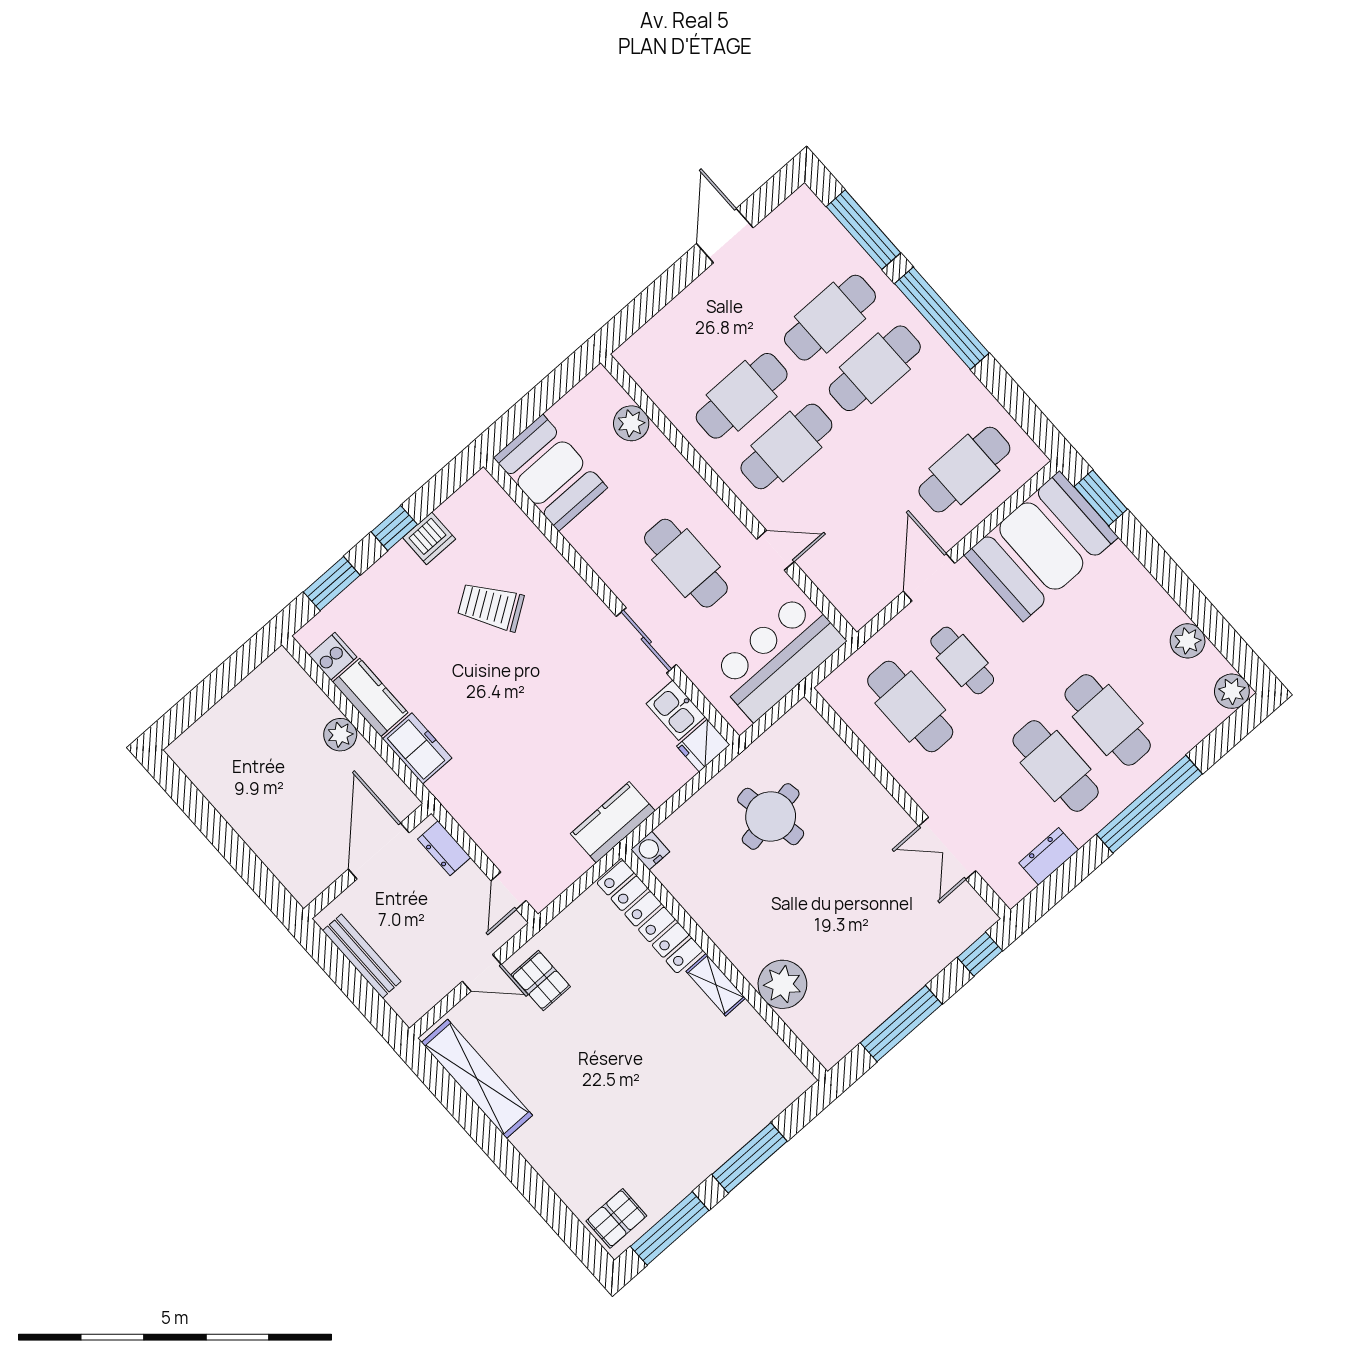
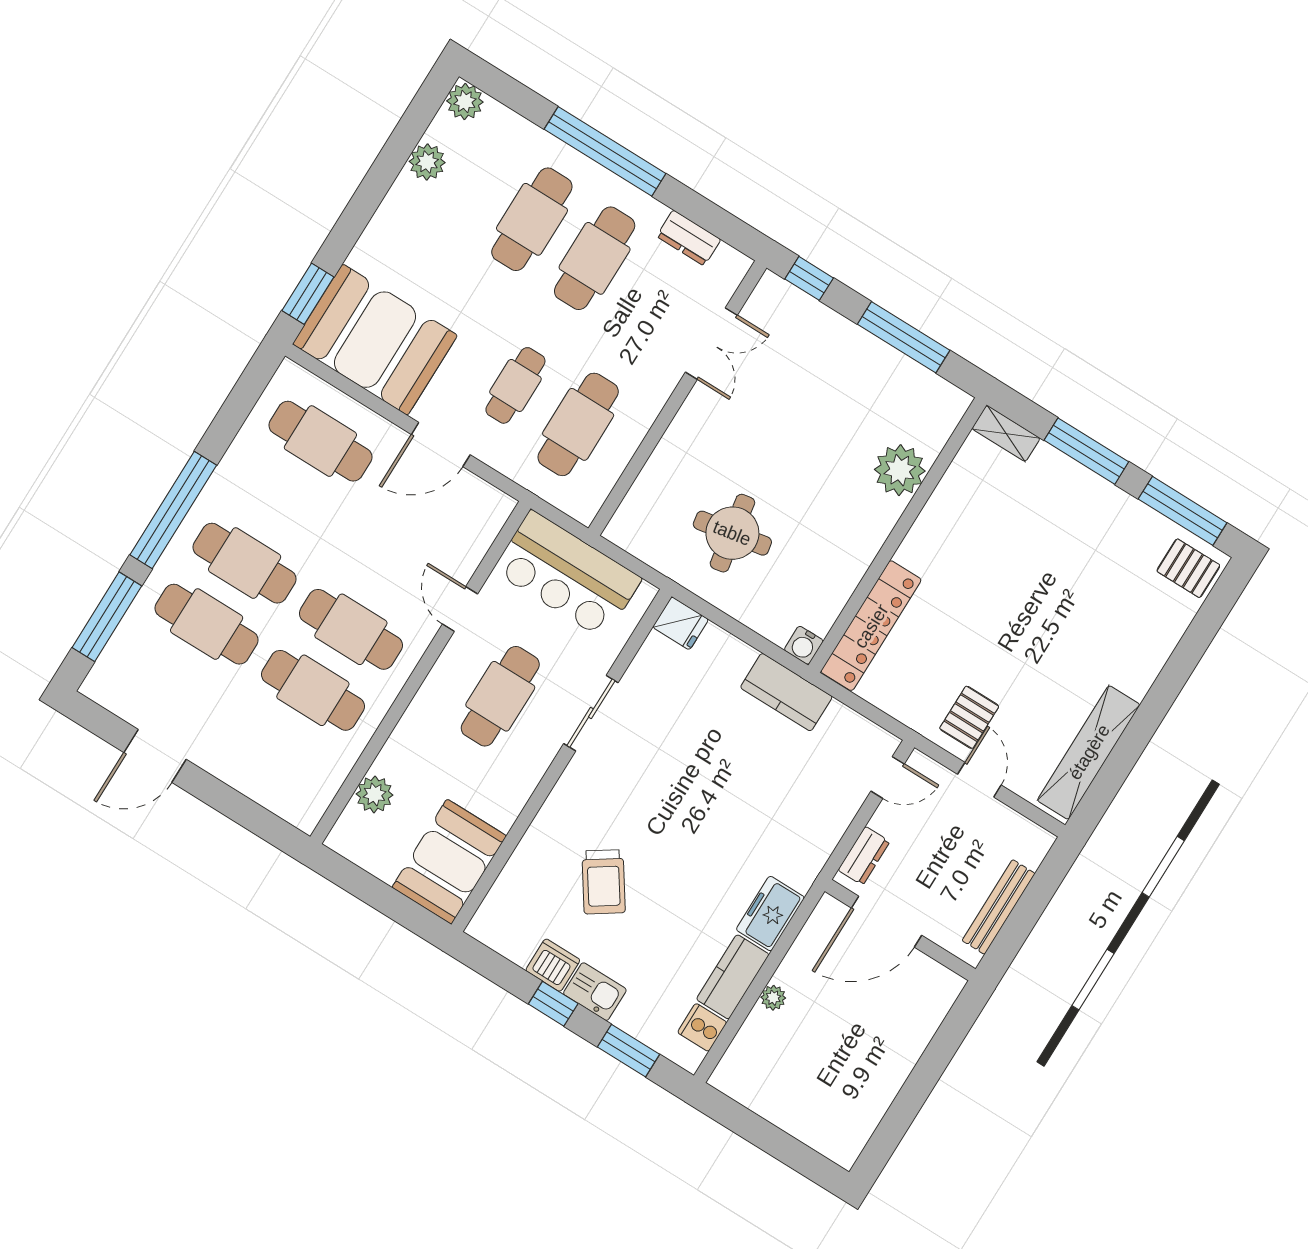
kitchen sink: (676, 710) -> (595, 992), moved, turned -90
plant: (340, 735) -> (773, 998), width x0.73, depth x0.73
shelving: (716, 985) -> (1006, 433), moved, turned 90

